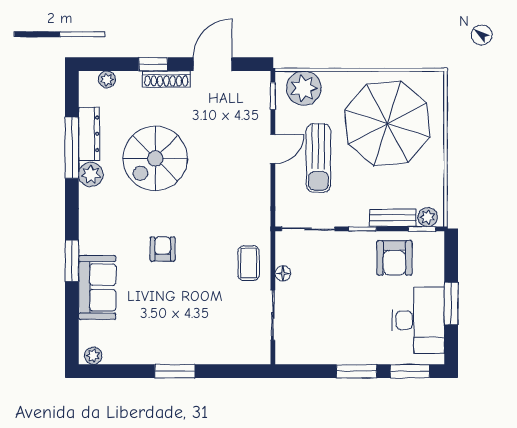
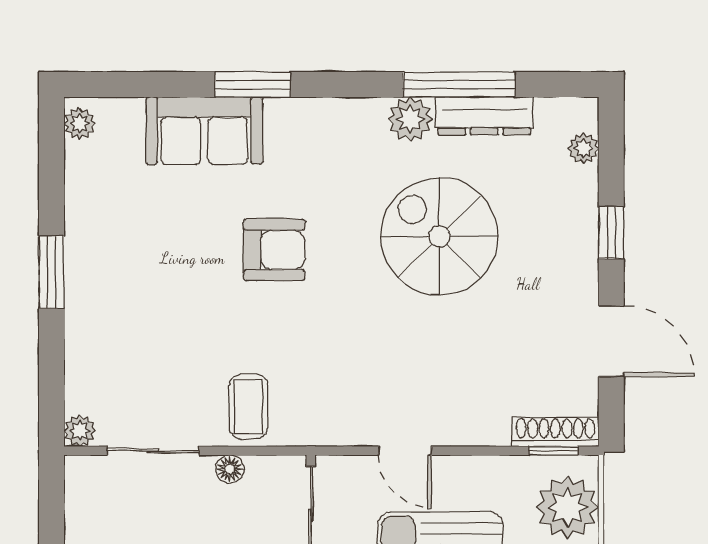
shoe rack: (166, 79) -> (555, 432), moved, turned 90
door: (273, 149) -> (405, 451), moved
armchair: (163, 249) -> (274, 250), width x1.38, depth x1.38
coffee table: (249, 263) -> (249, 407), turned 90
plant: (262, 356) -> (80, 431), added

